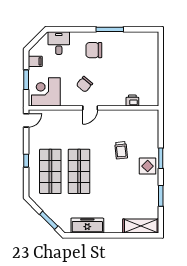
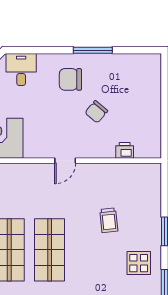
chair: (84, 84) -> (96, 112), moved
display table: (148, 166) -> (139, 263), moved

